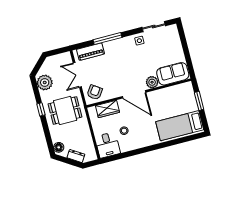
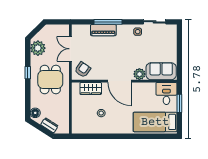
piano: (90, 52) -> (103, 30), moved
dining table: (65, 110) -> (50, 80), turned 90
desk: (108, 145) -> (166, 93), moved, turned 180

